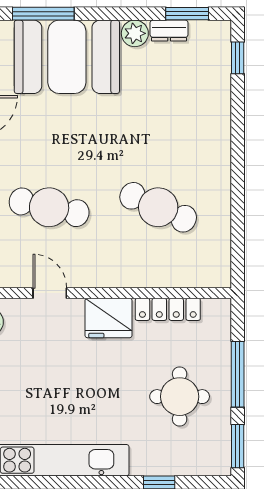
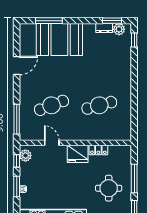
plant: (135, 33) -> (119, 29), moved
cafe table: (49, 207) -> (52, 105), turned -33
cafe table: (158, 207) -> (99, 105), turned -39
locker: (168, 309) -> (98, 150), width x0.66

